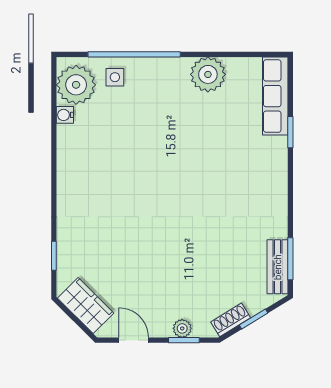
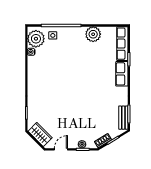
row of seats: (274, 166) -> (122, 74), added
door: (134, 340) -> (61, 149), hinge flipped

